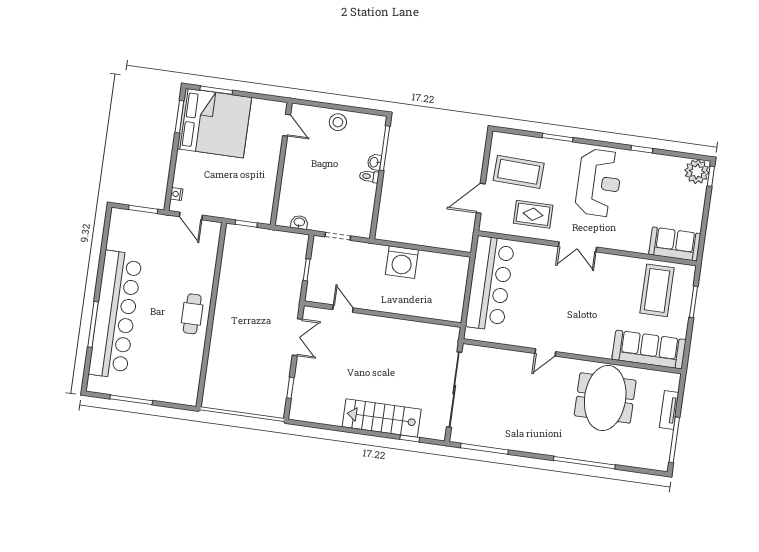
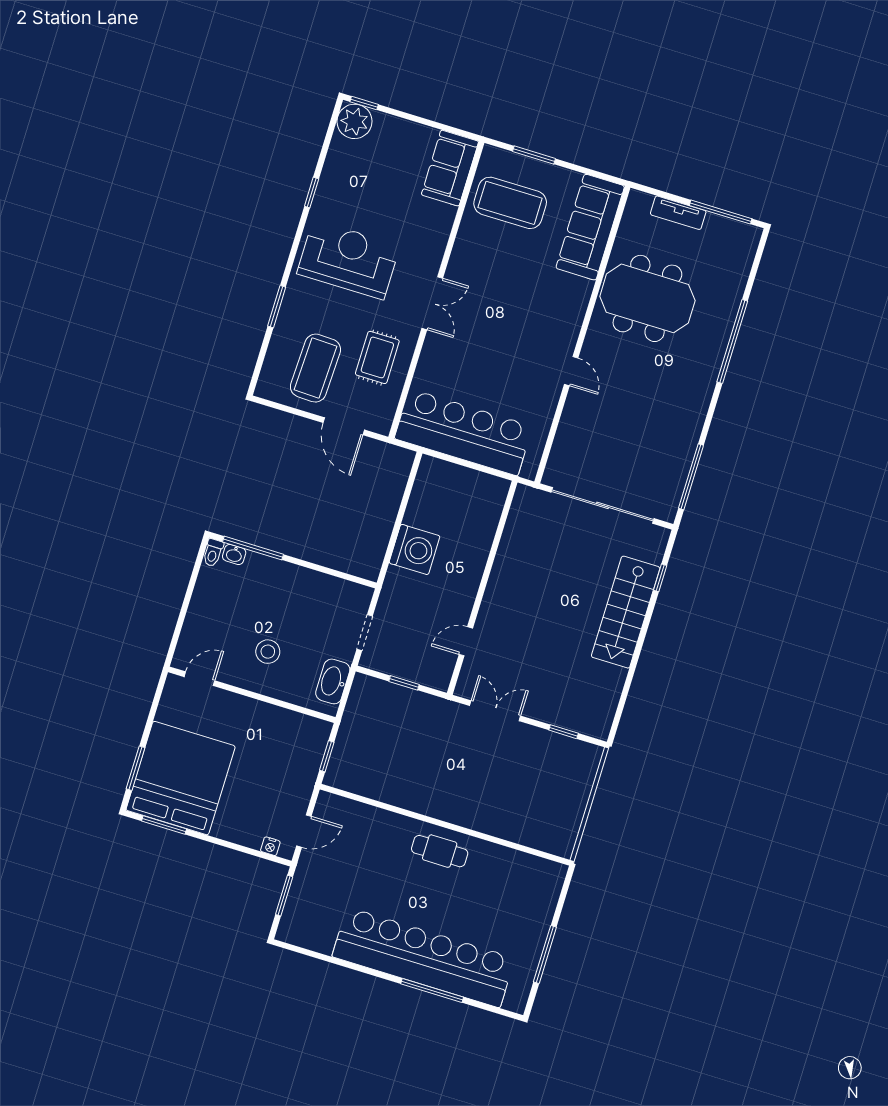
stool: (338, 122) -> (268, 652), moved
washbasin: (374, 162) -> (234, 554), moved
toilet: (369, 176) -> (213, 553), moved
washbasin: (299, 222) -> (333, 681), width x1.91, depth x1.45

